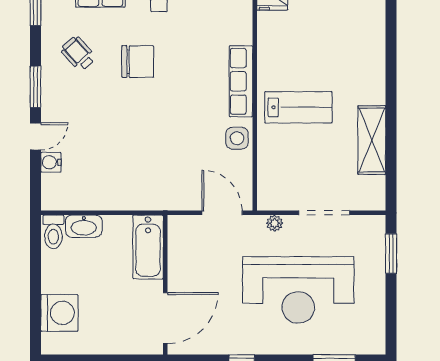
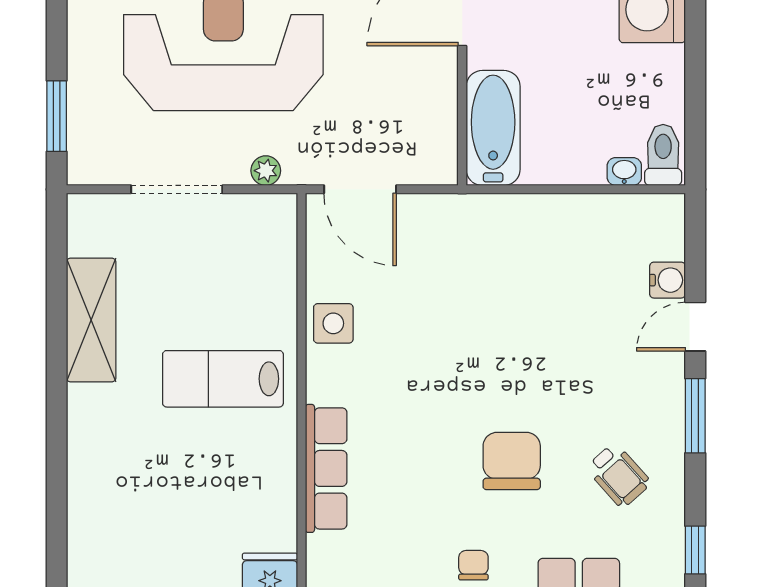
chair: (138, 62) -> (512, 461), turned 90
row of seats: (241, 81) -> (326, 468), moved
washbasin: (84, 226) -> (624, 172), width x0.52, depth x0.69

